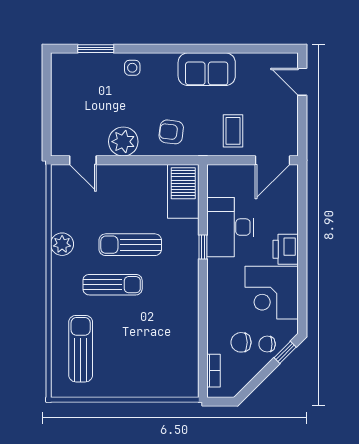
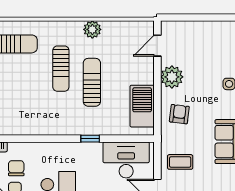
barbecue: (183, 191) -> (142, 106), moved, turned -90
desk: (230, 227) -> (126, 160), moved

